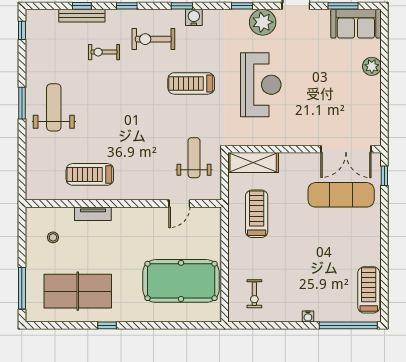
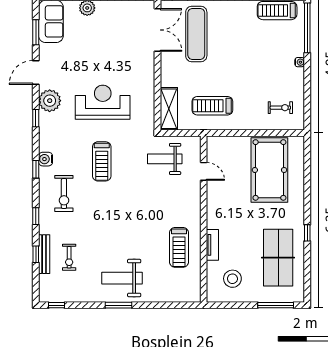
exercise bike: (104, 52) -> (69, 257), moved
stool: (53, 237) -> (232, 279), width x1.89, depth x1.89

